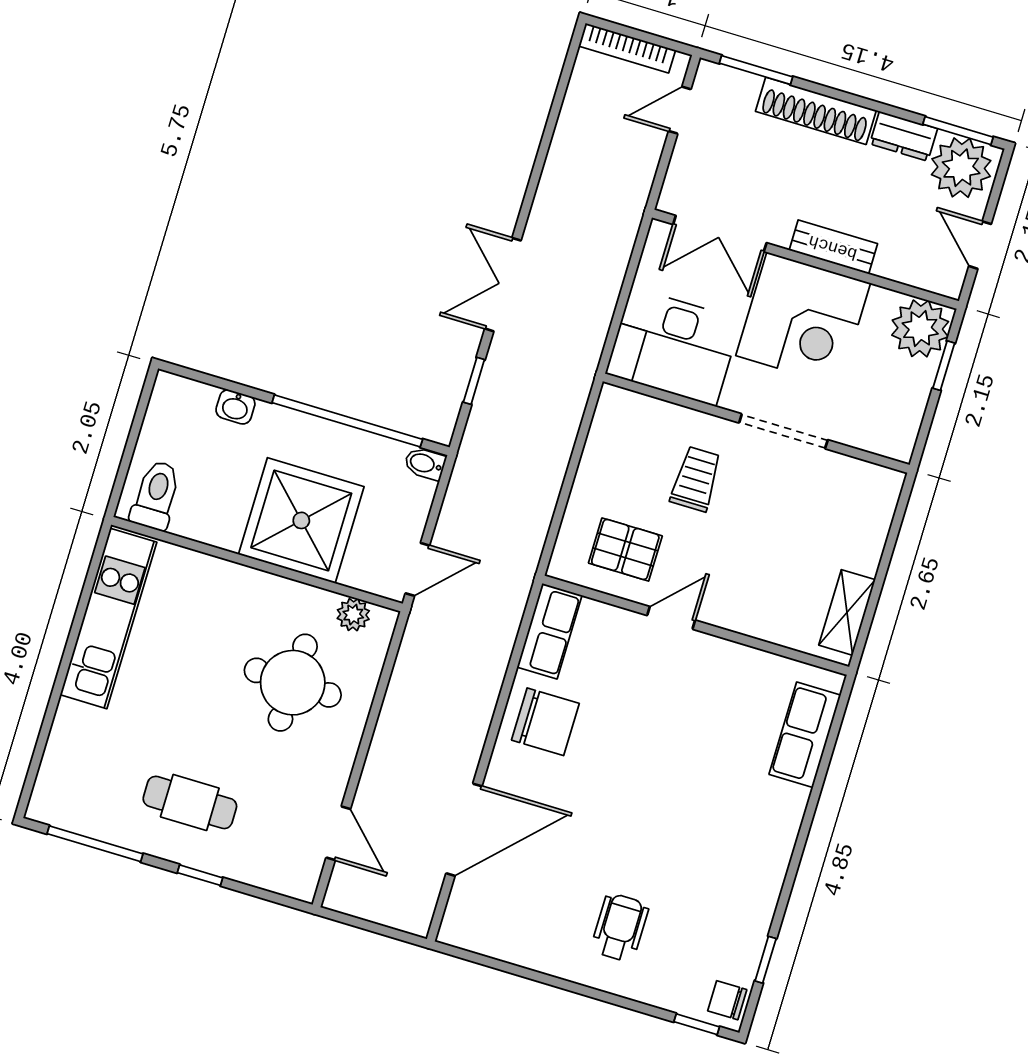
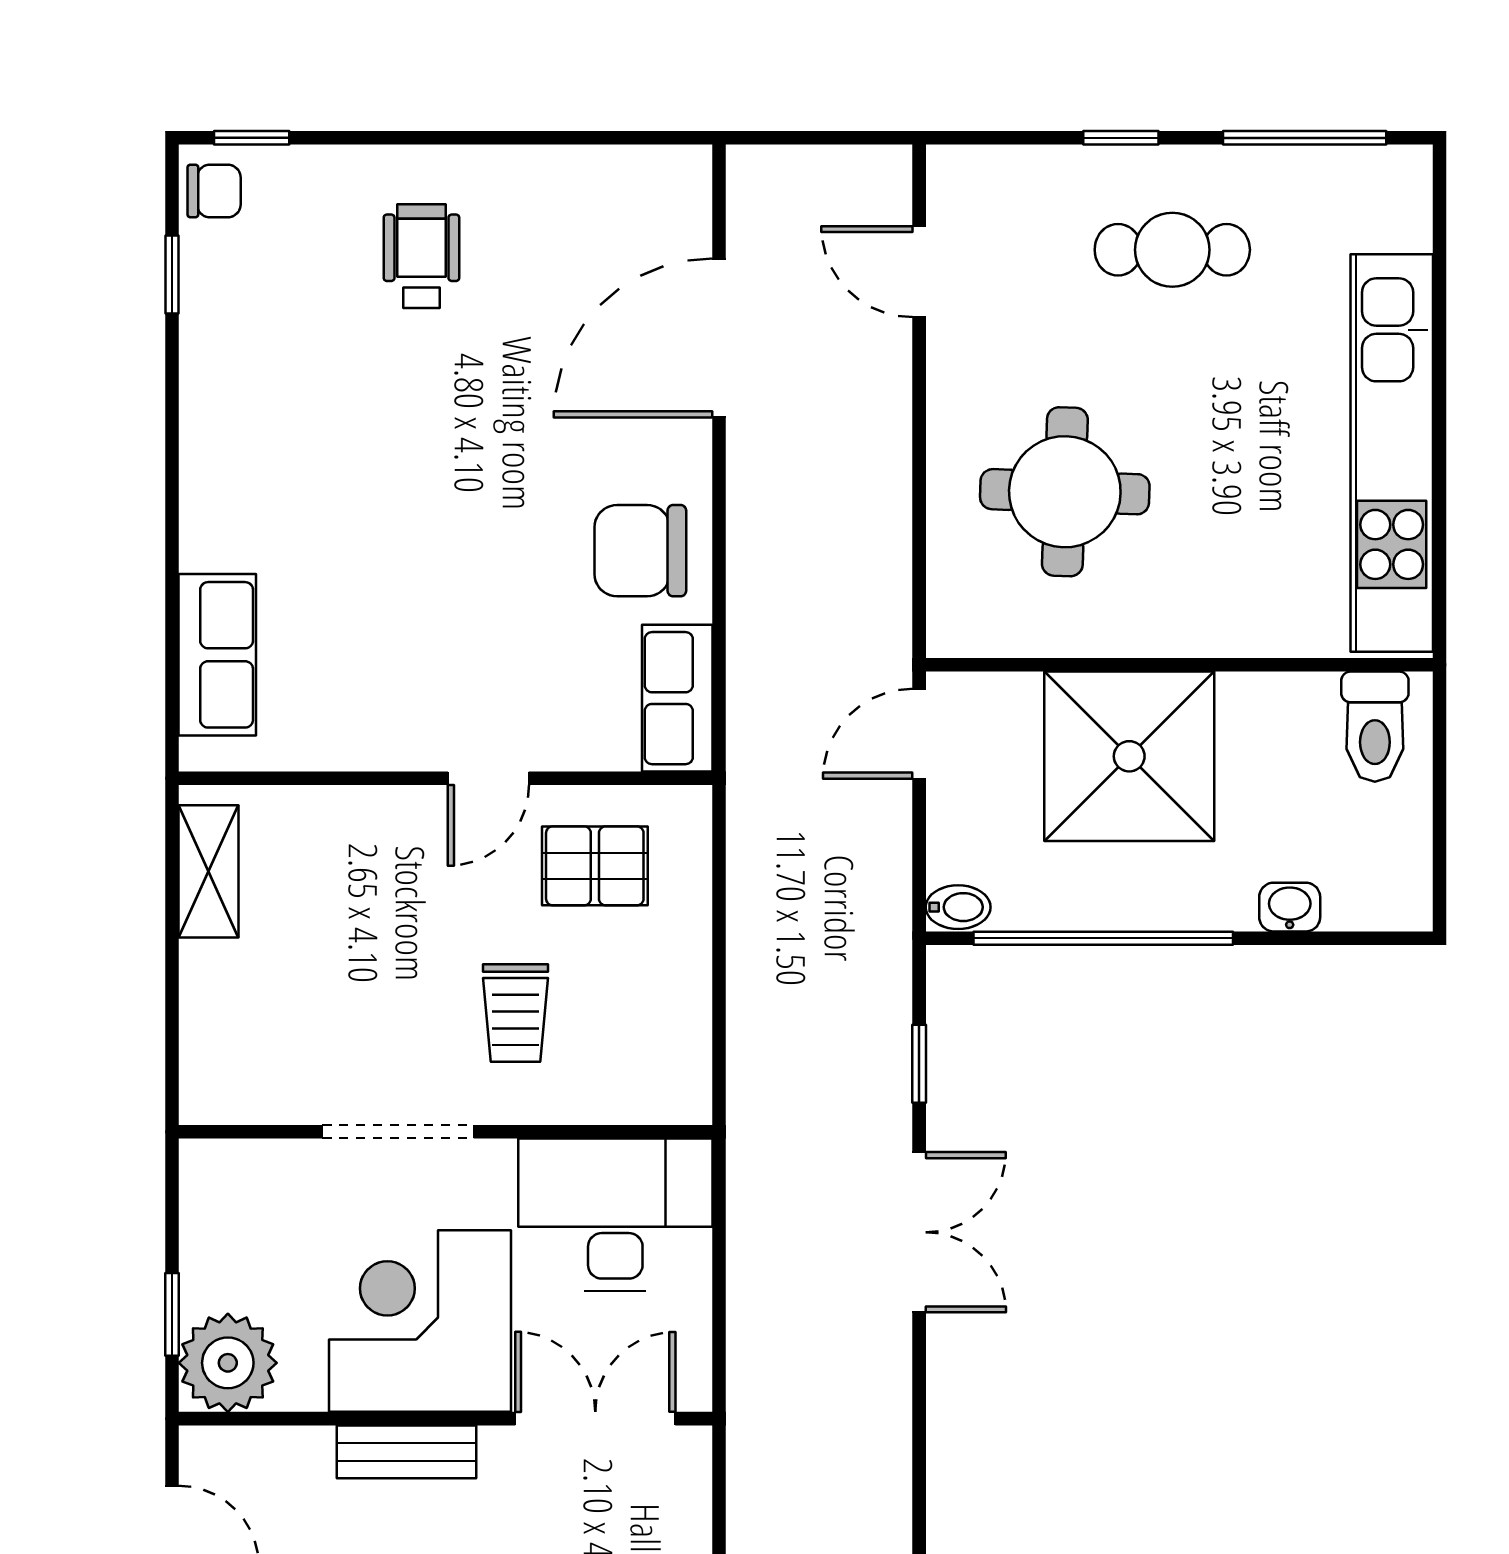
plant: (353, 615) -> (1000, 630), removed
kitchen unit: (108, 618) -> (1392, 453), width x1.36
wheelchair: (620, 928) -> (421, 256), turned 180

